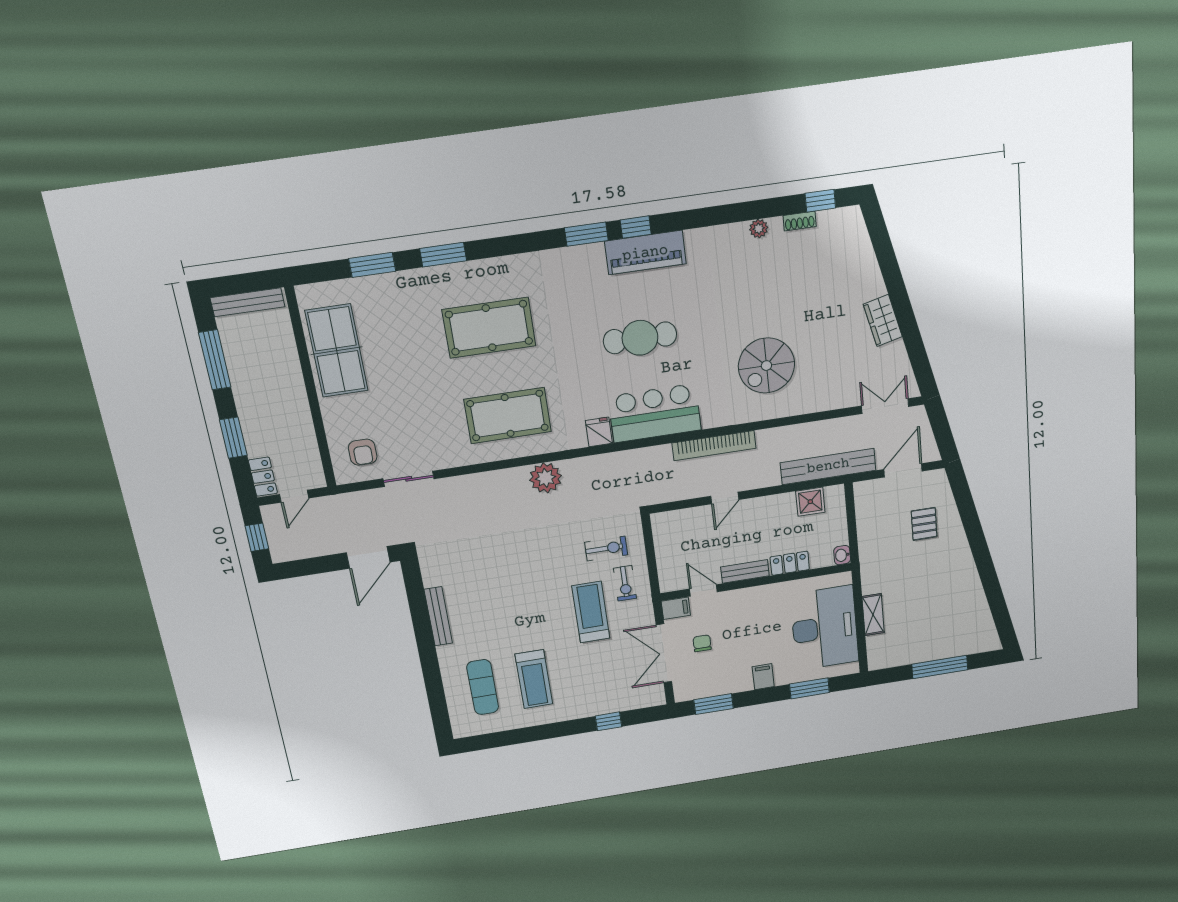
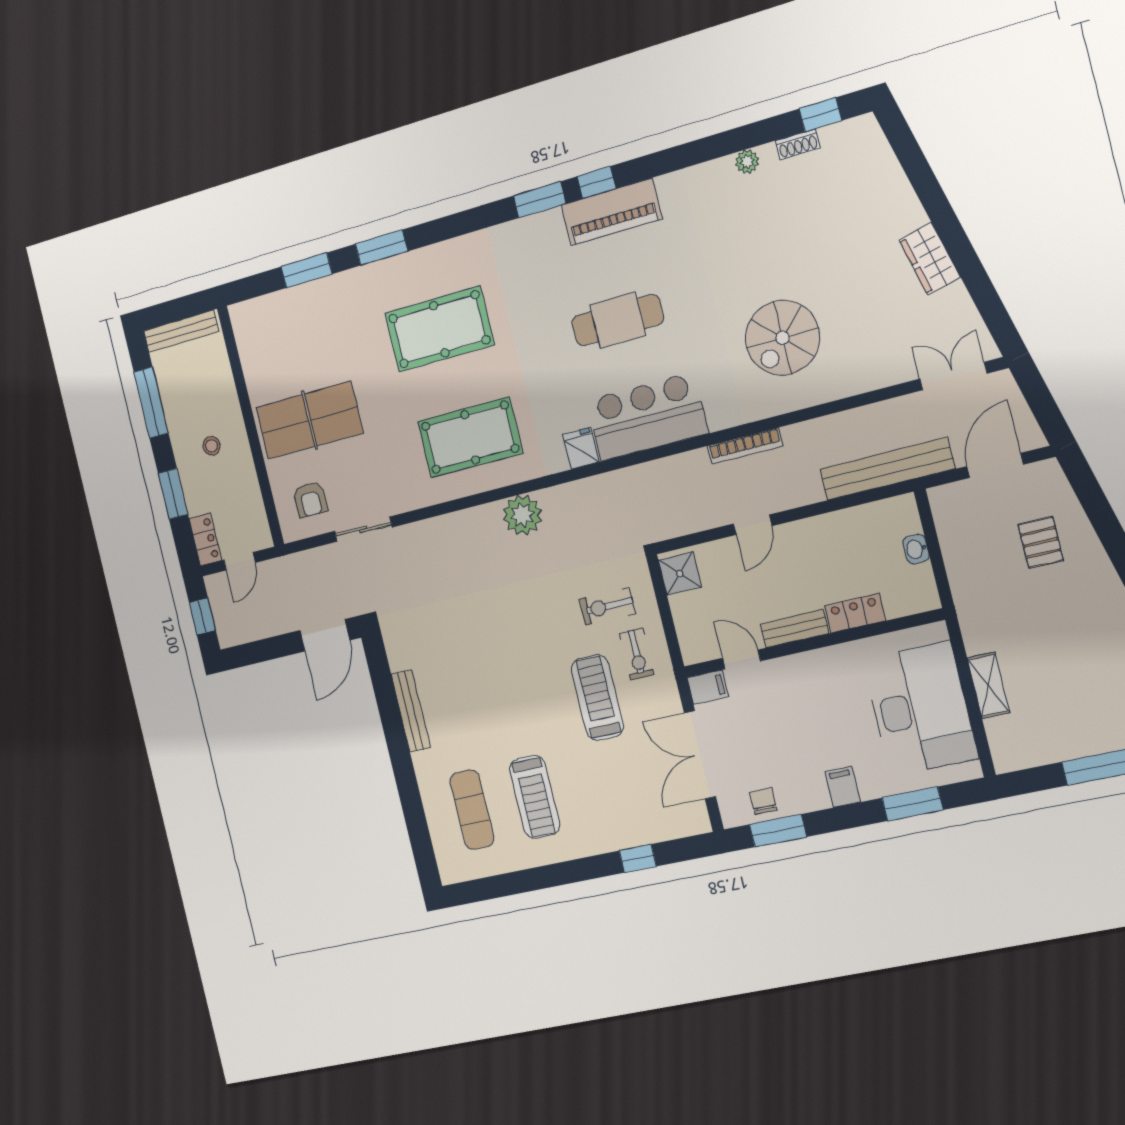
table tennis table: (337, 351) -> (310, 420), moved, turned 90
stool: (273, 402) -> (212, 446), added
bookcase: (714, 446) -> (745, 446), width x0.68, depth x0.76
shower: (810, 502) -> (680, 574), moved
exercise bike: (606, 548) -> (607, 606), turned 180
washbasin: (842, 555) -> (916, 549), moved
chair: (702, 643) -> (763, 801), moved

